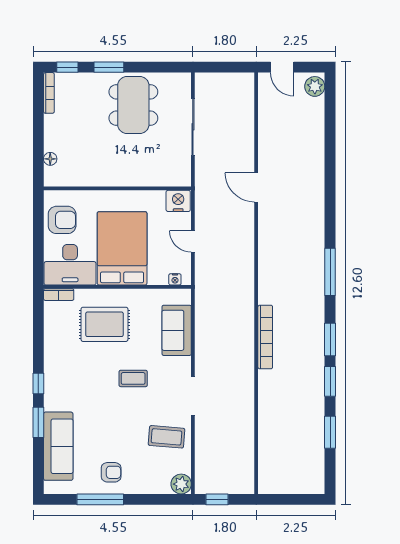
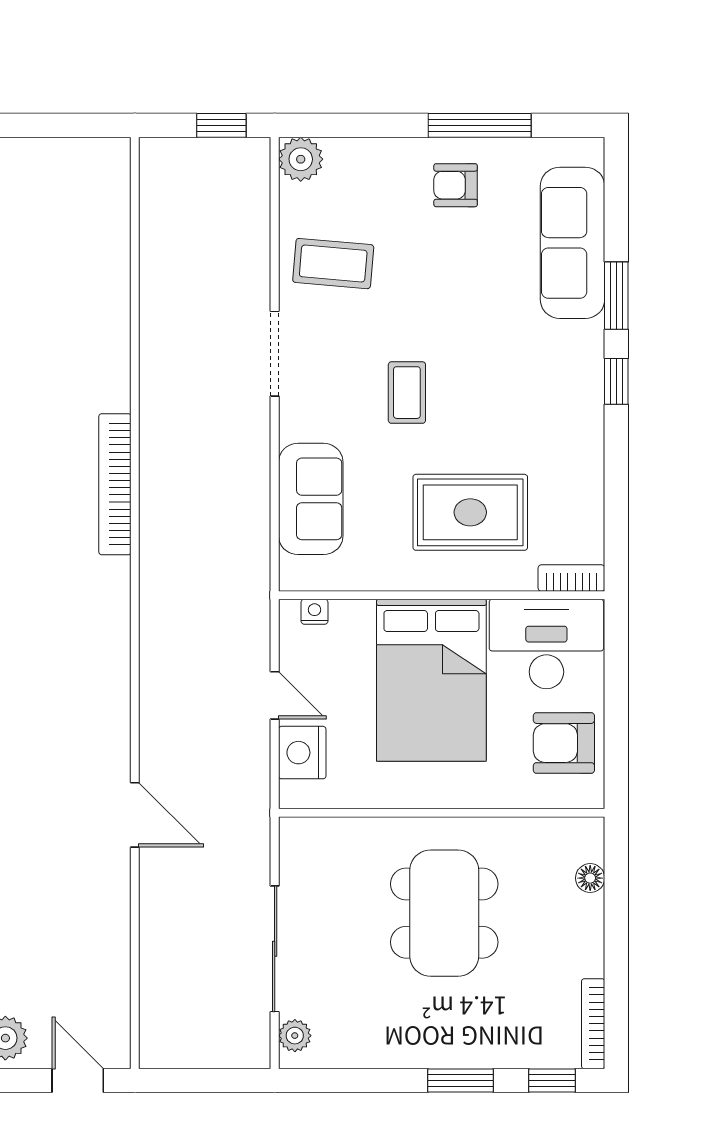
plant: (184, 88) -> (295, 1036), added
dining table: (133, 105) -> (444, 913), moved
nightstand: (178, 201) -> (302, 753), moved, turned 90
coffee table: (133, 378) -> (407, 393), turned 90

